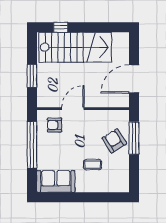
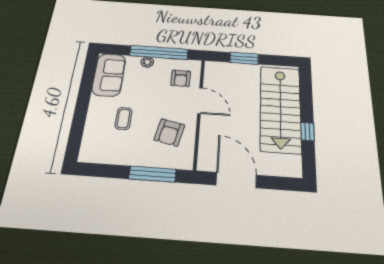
window: (61, 27) -> (307, 132), moved
armchair: (55, 125) -> (181, 78), turned 180
armchair: (114, 141) -> (169, 132), moved, turned 134
plant: (42, 153) -> (147, 62), added

